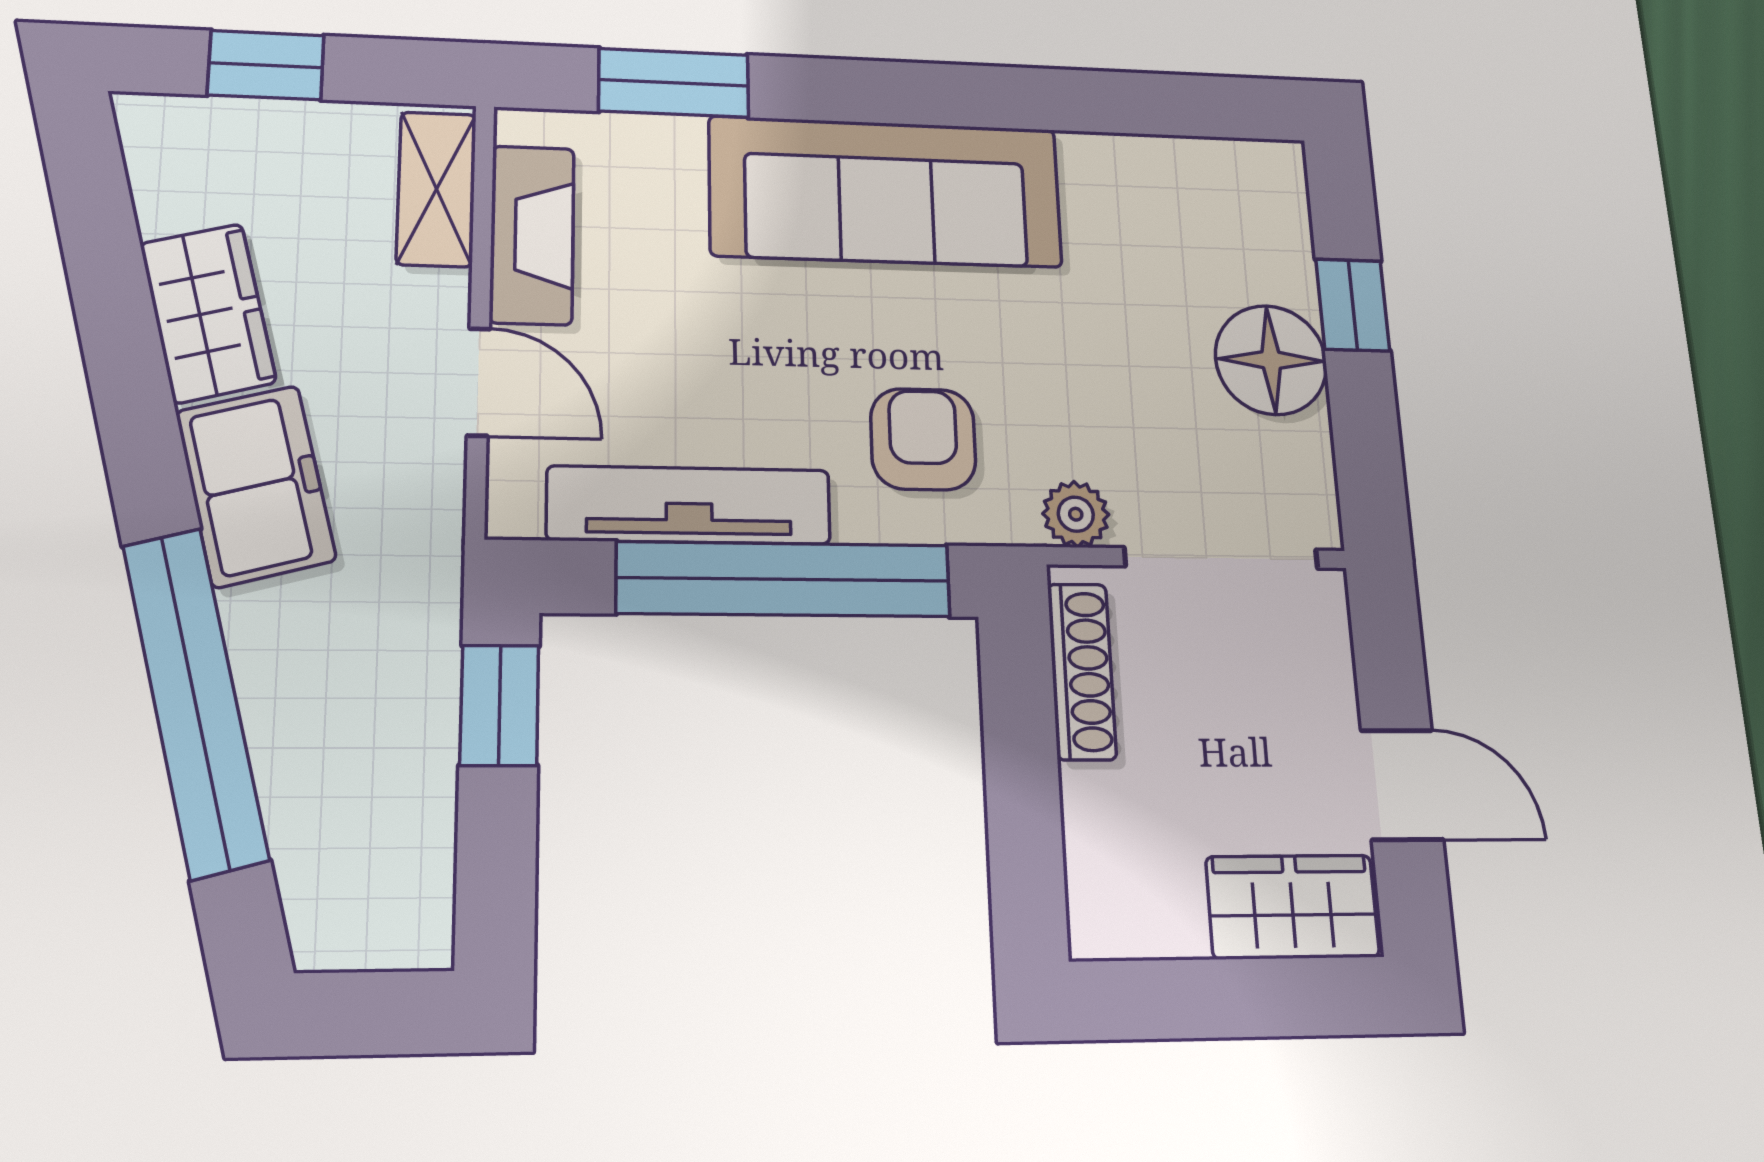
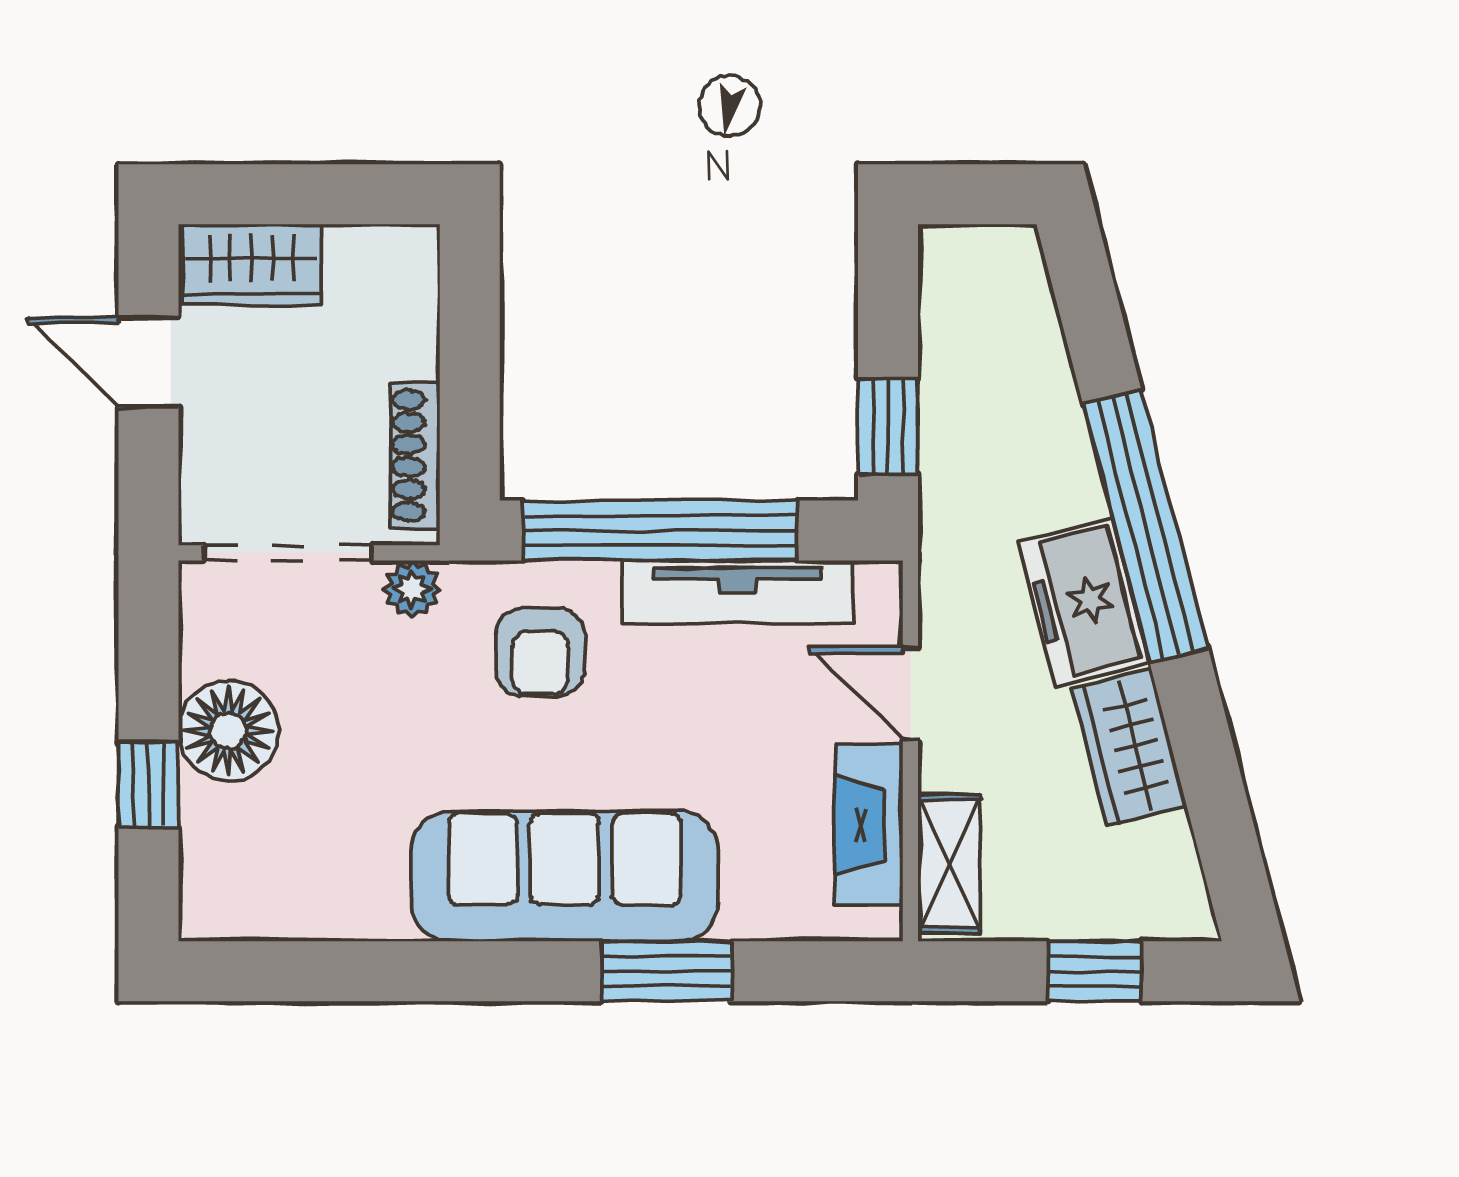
window: (674, 83) -> (667, 971), moved
window: (195, 701) -> (1146, 526), moved

